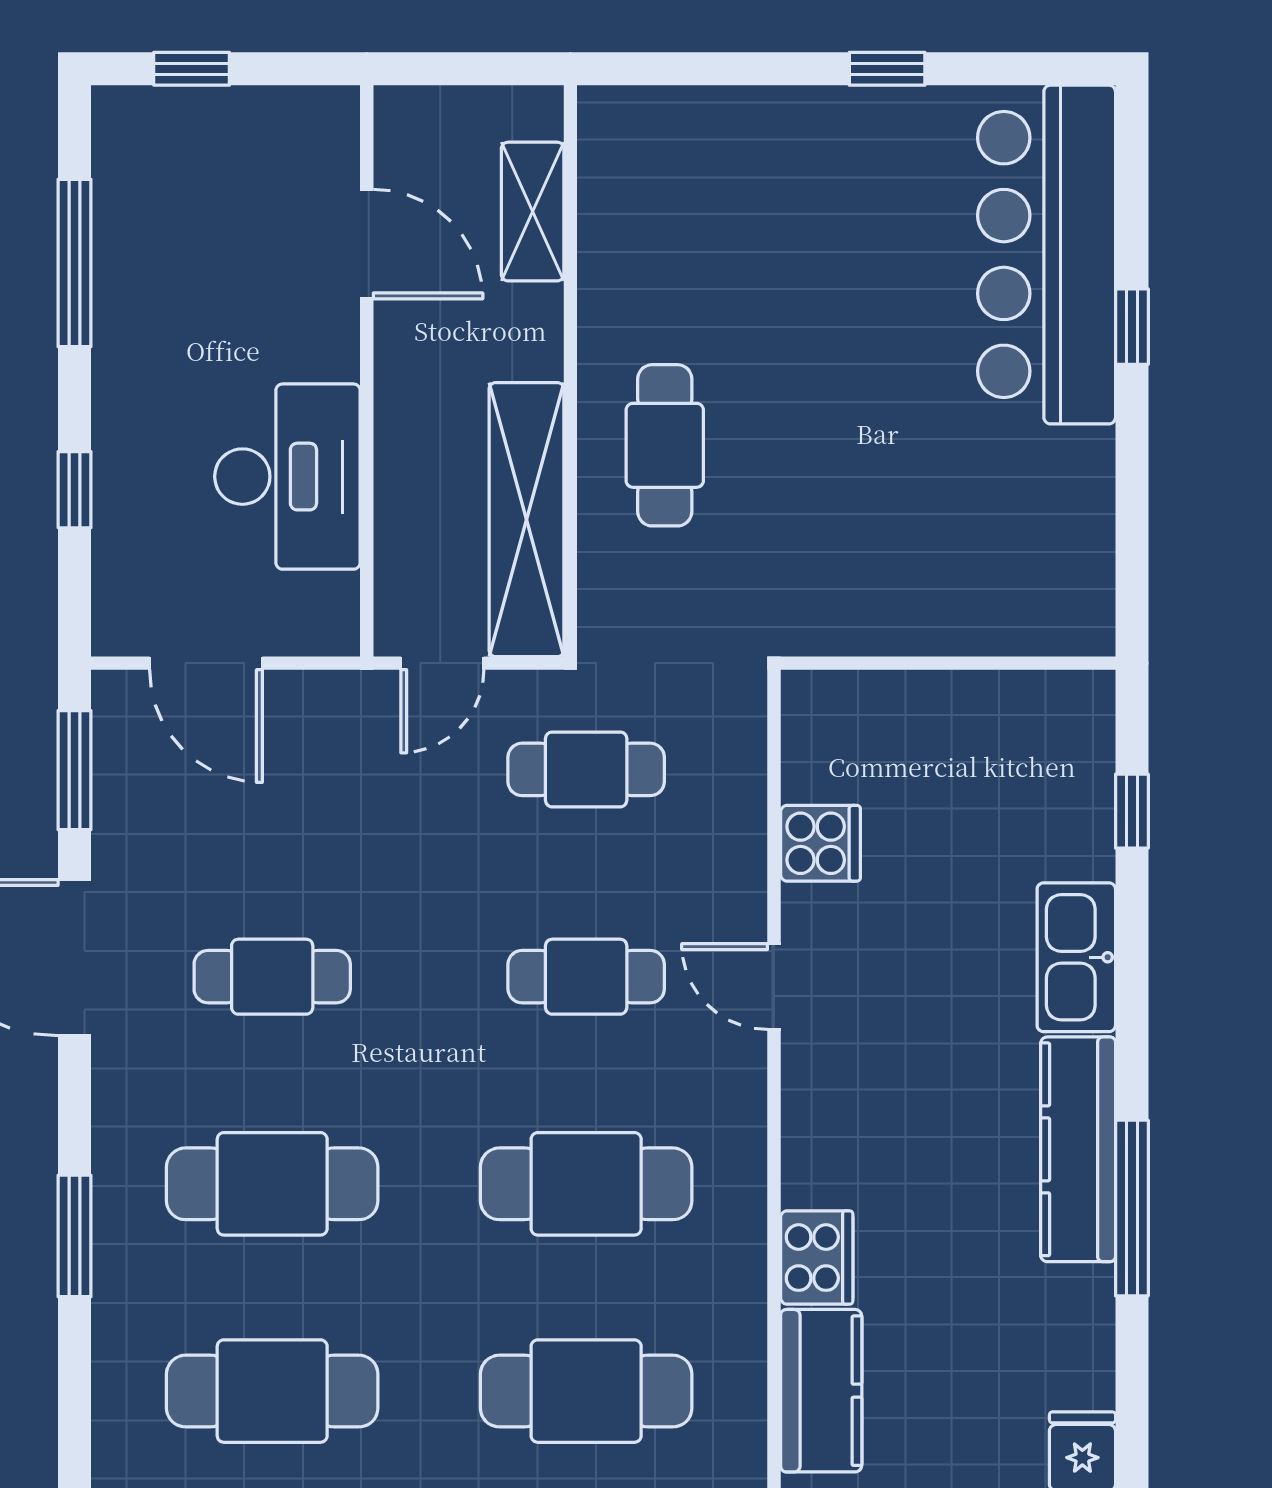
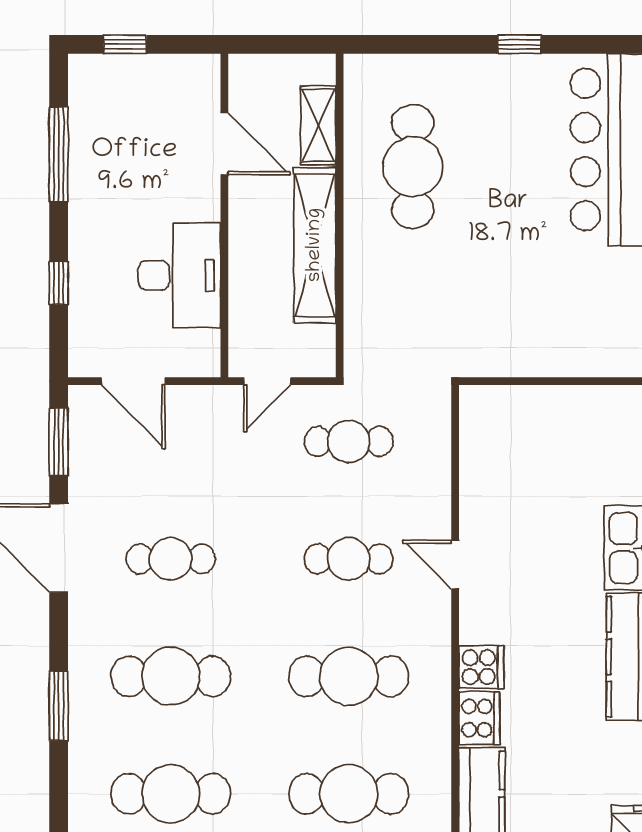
cafe table: (665, 445) -> (413, 167), moved, width x1.37, depth x1.35
shelving: (526, 520) -> (315, 245), moved
cooker: (820, 843) -> (481, 667), moved

